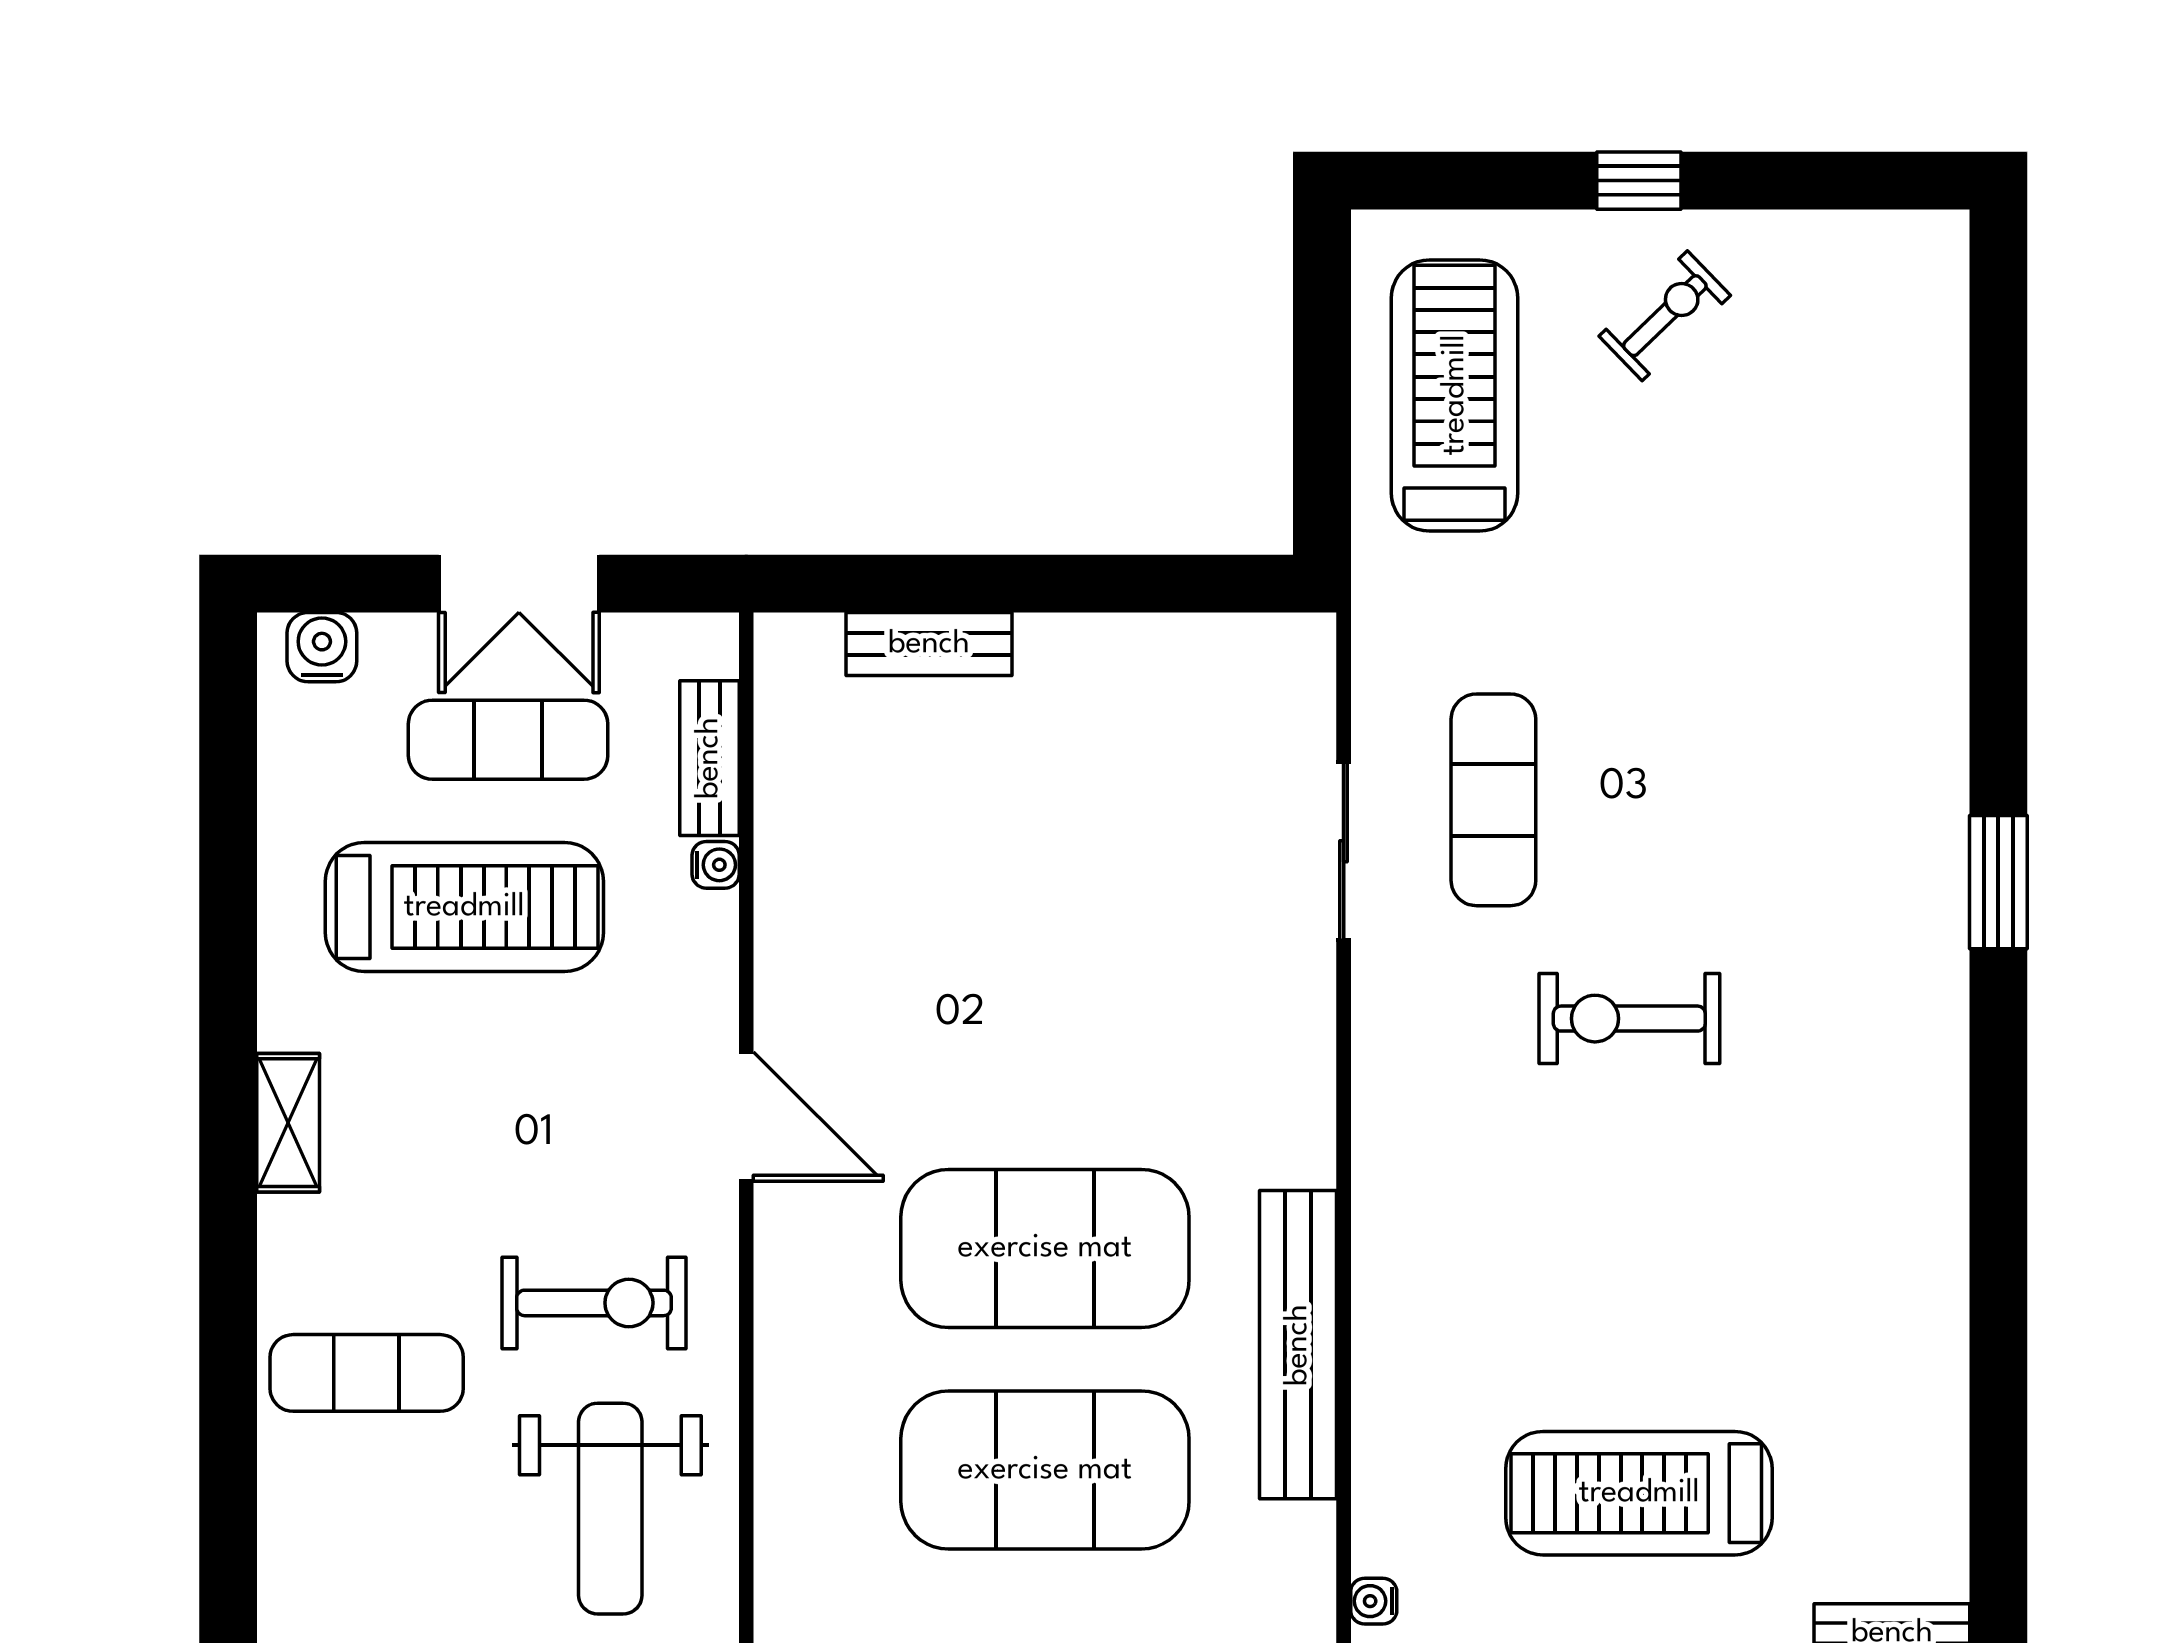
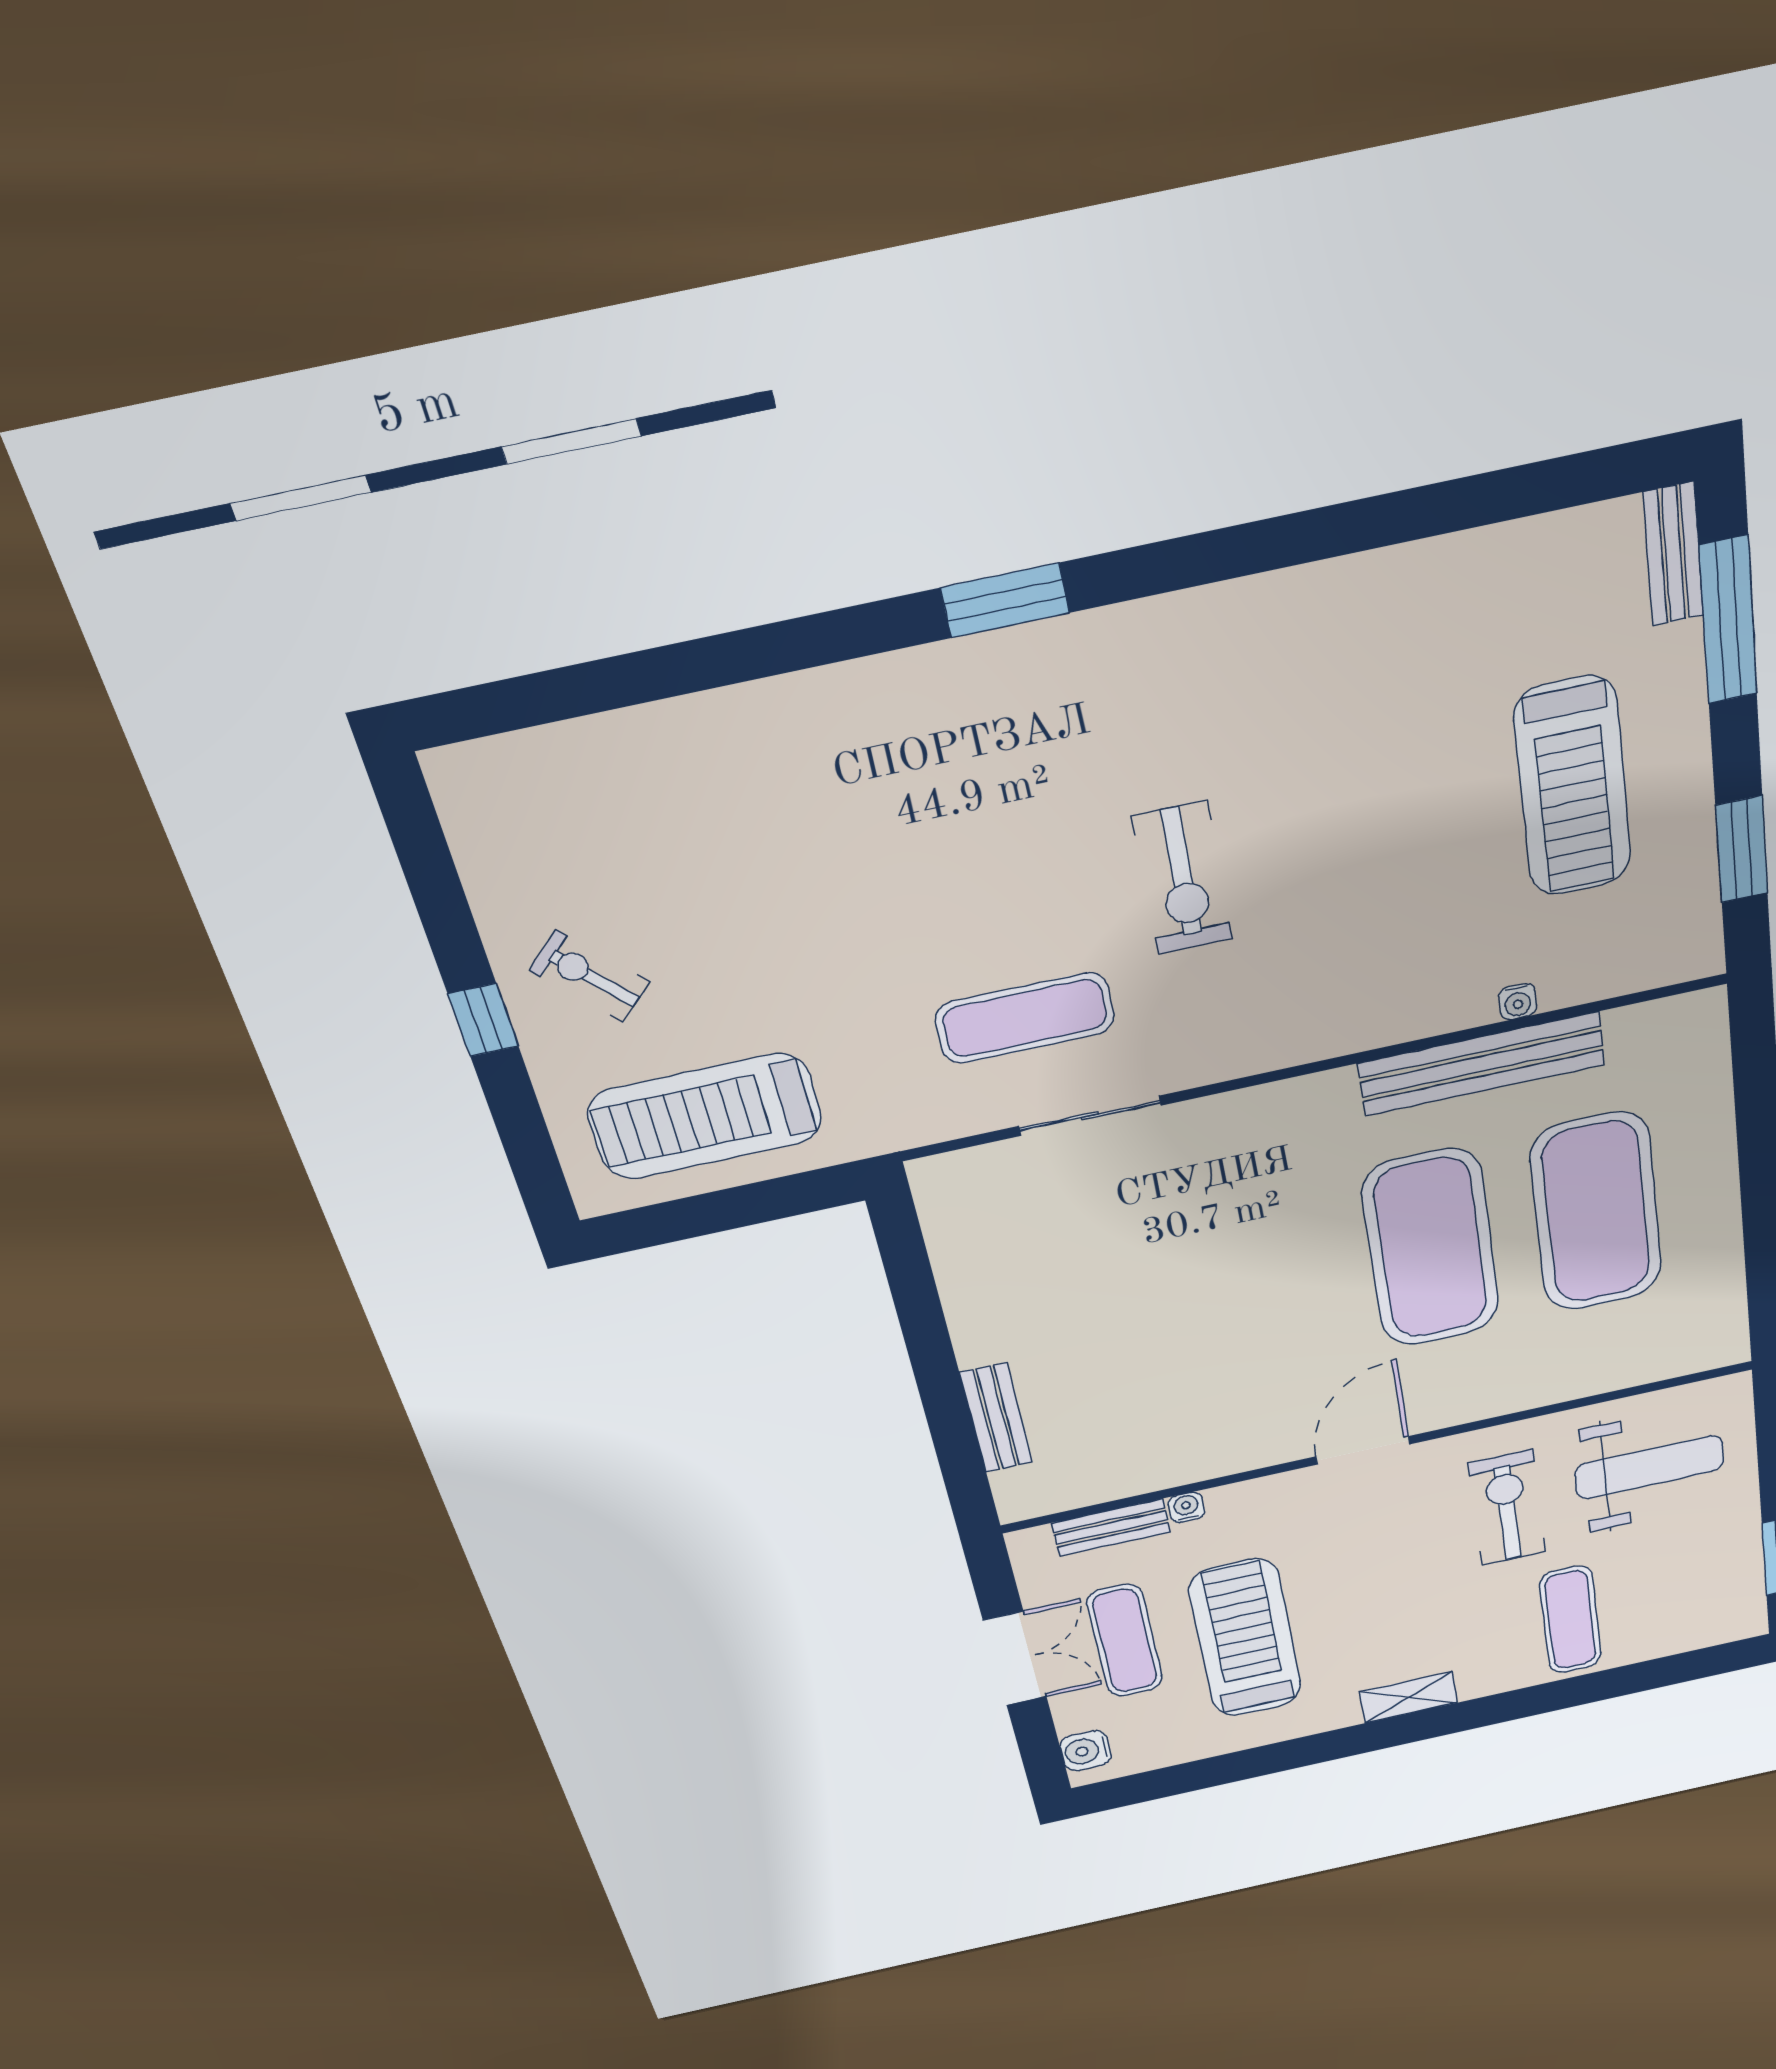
water cooler: (1374, 1601) -> (1518, 1002), moved

